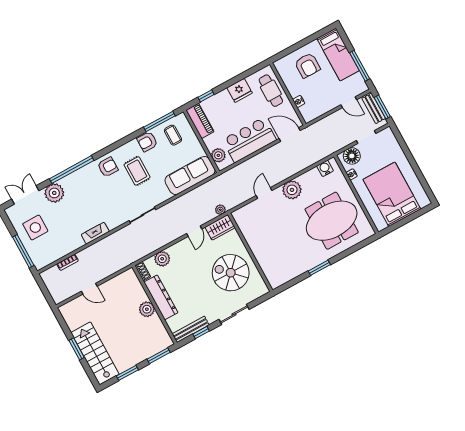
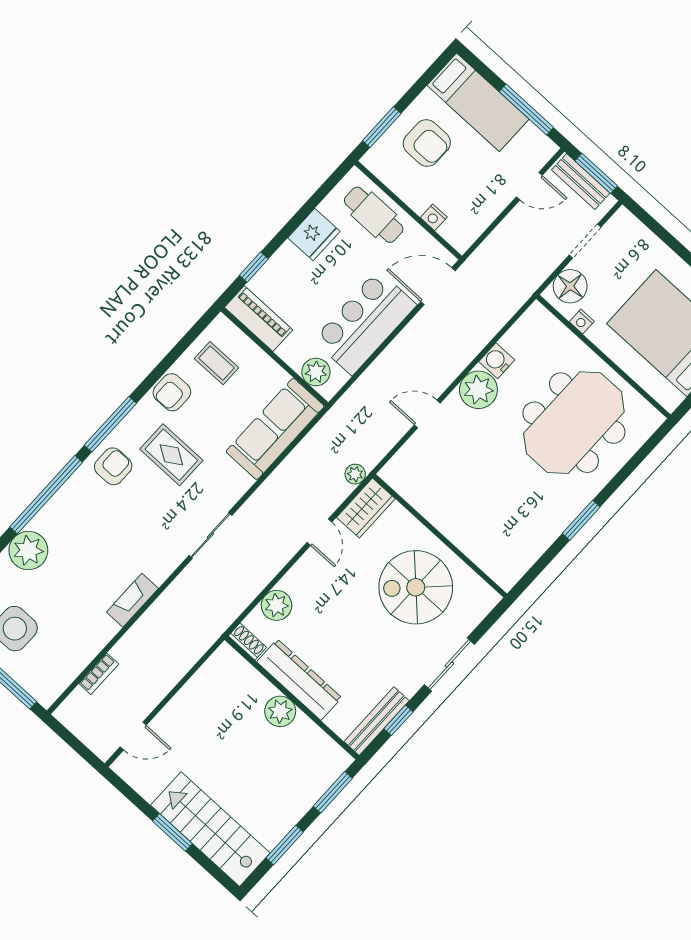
window: (289, 51) -> (382, 127), added
window: (159, 121) -> (110, 424), moved
water cooler: (325, 168) -> (497, 361), moved
door: (264, 193) -> (427, 414), hinge flipped
door: (89, 289) -> (133, 736), moved

